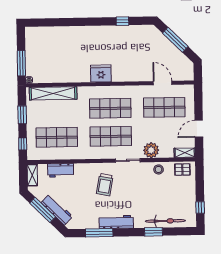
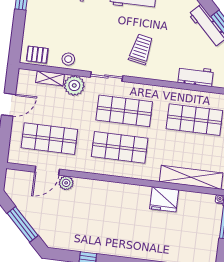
fridge: (101, 73) -> (164, 199), moved
plant: (147, 76) -> (66, 183), added
door: (163, 83) -> (47, 171), hinge flipped
shelving: (185, 153) -> (50, 78), moved

